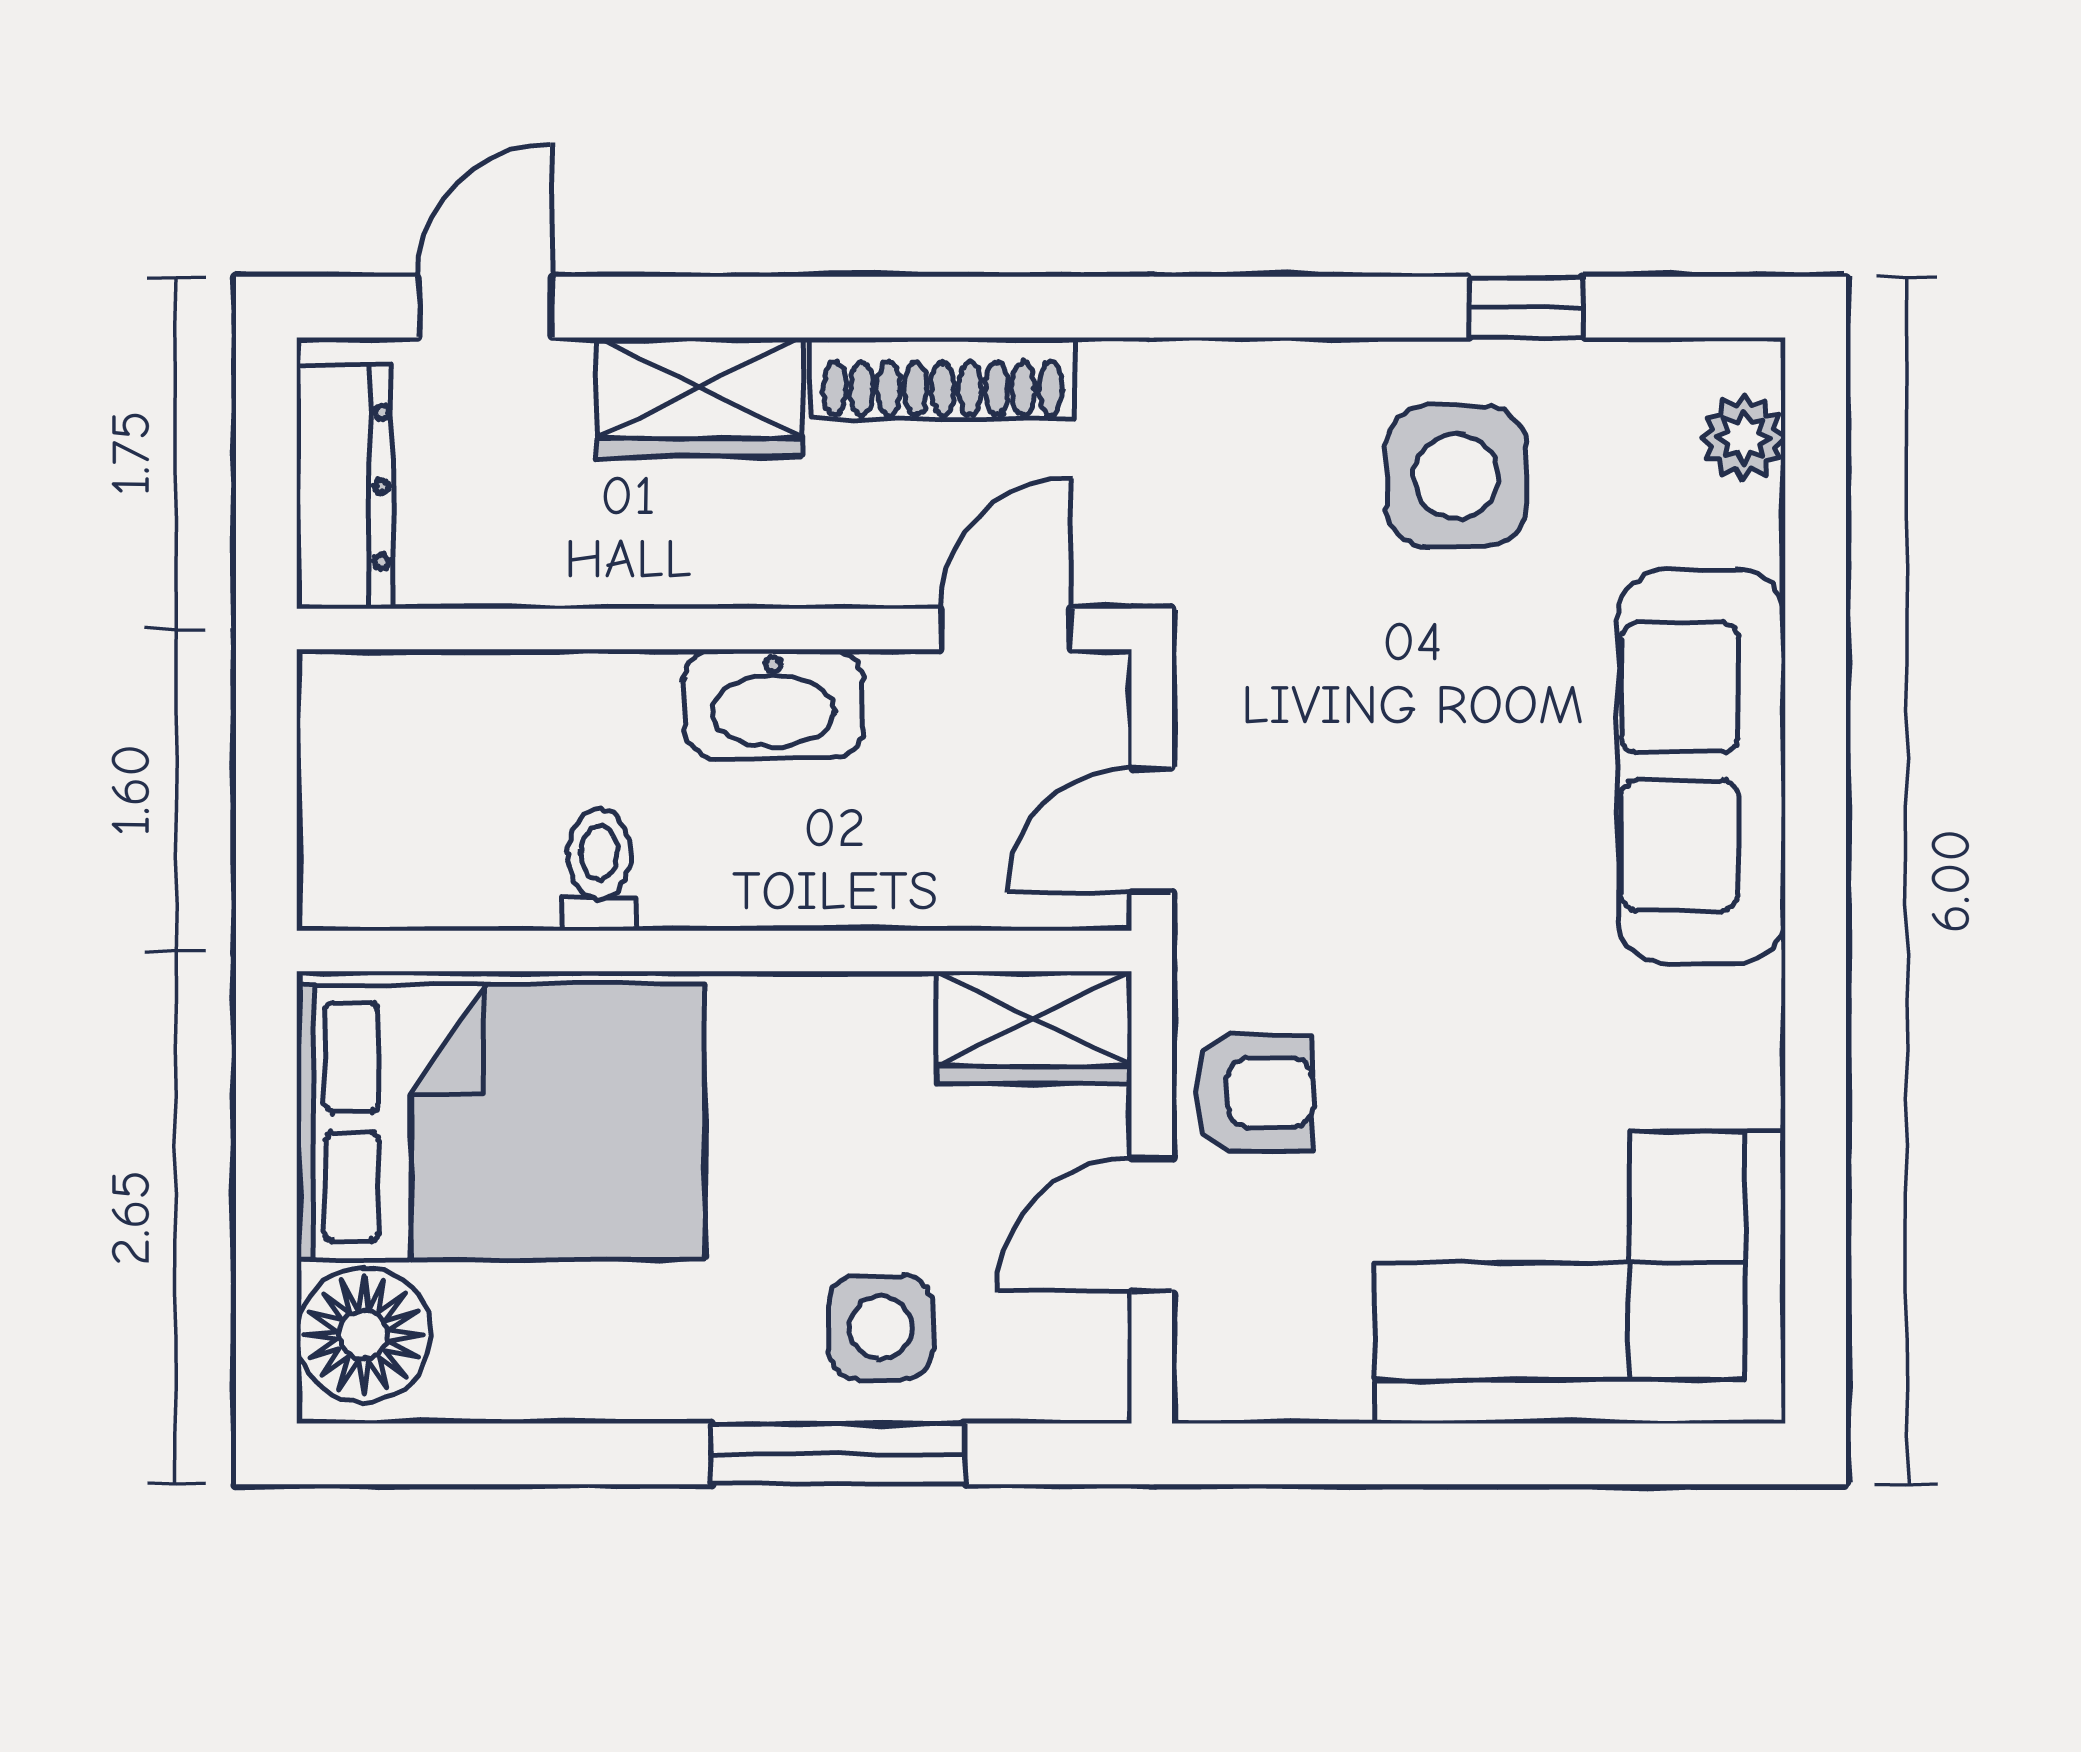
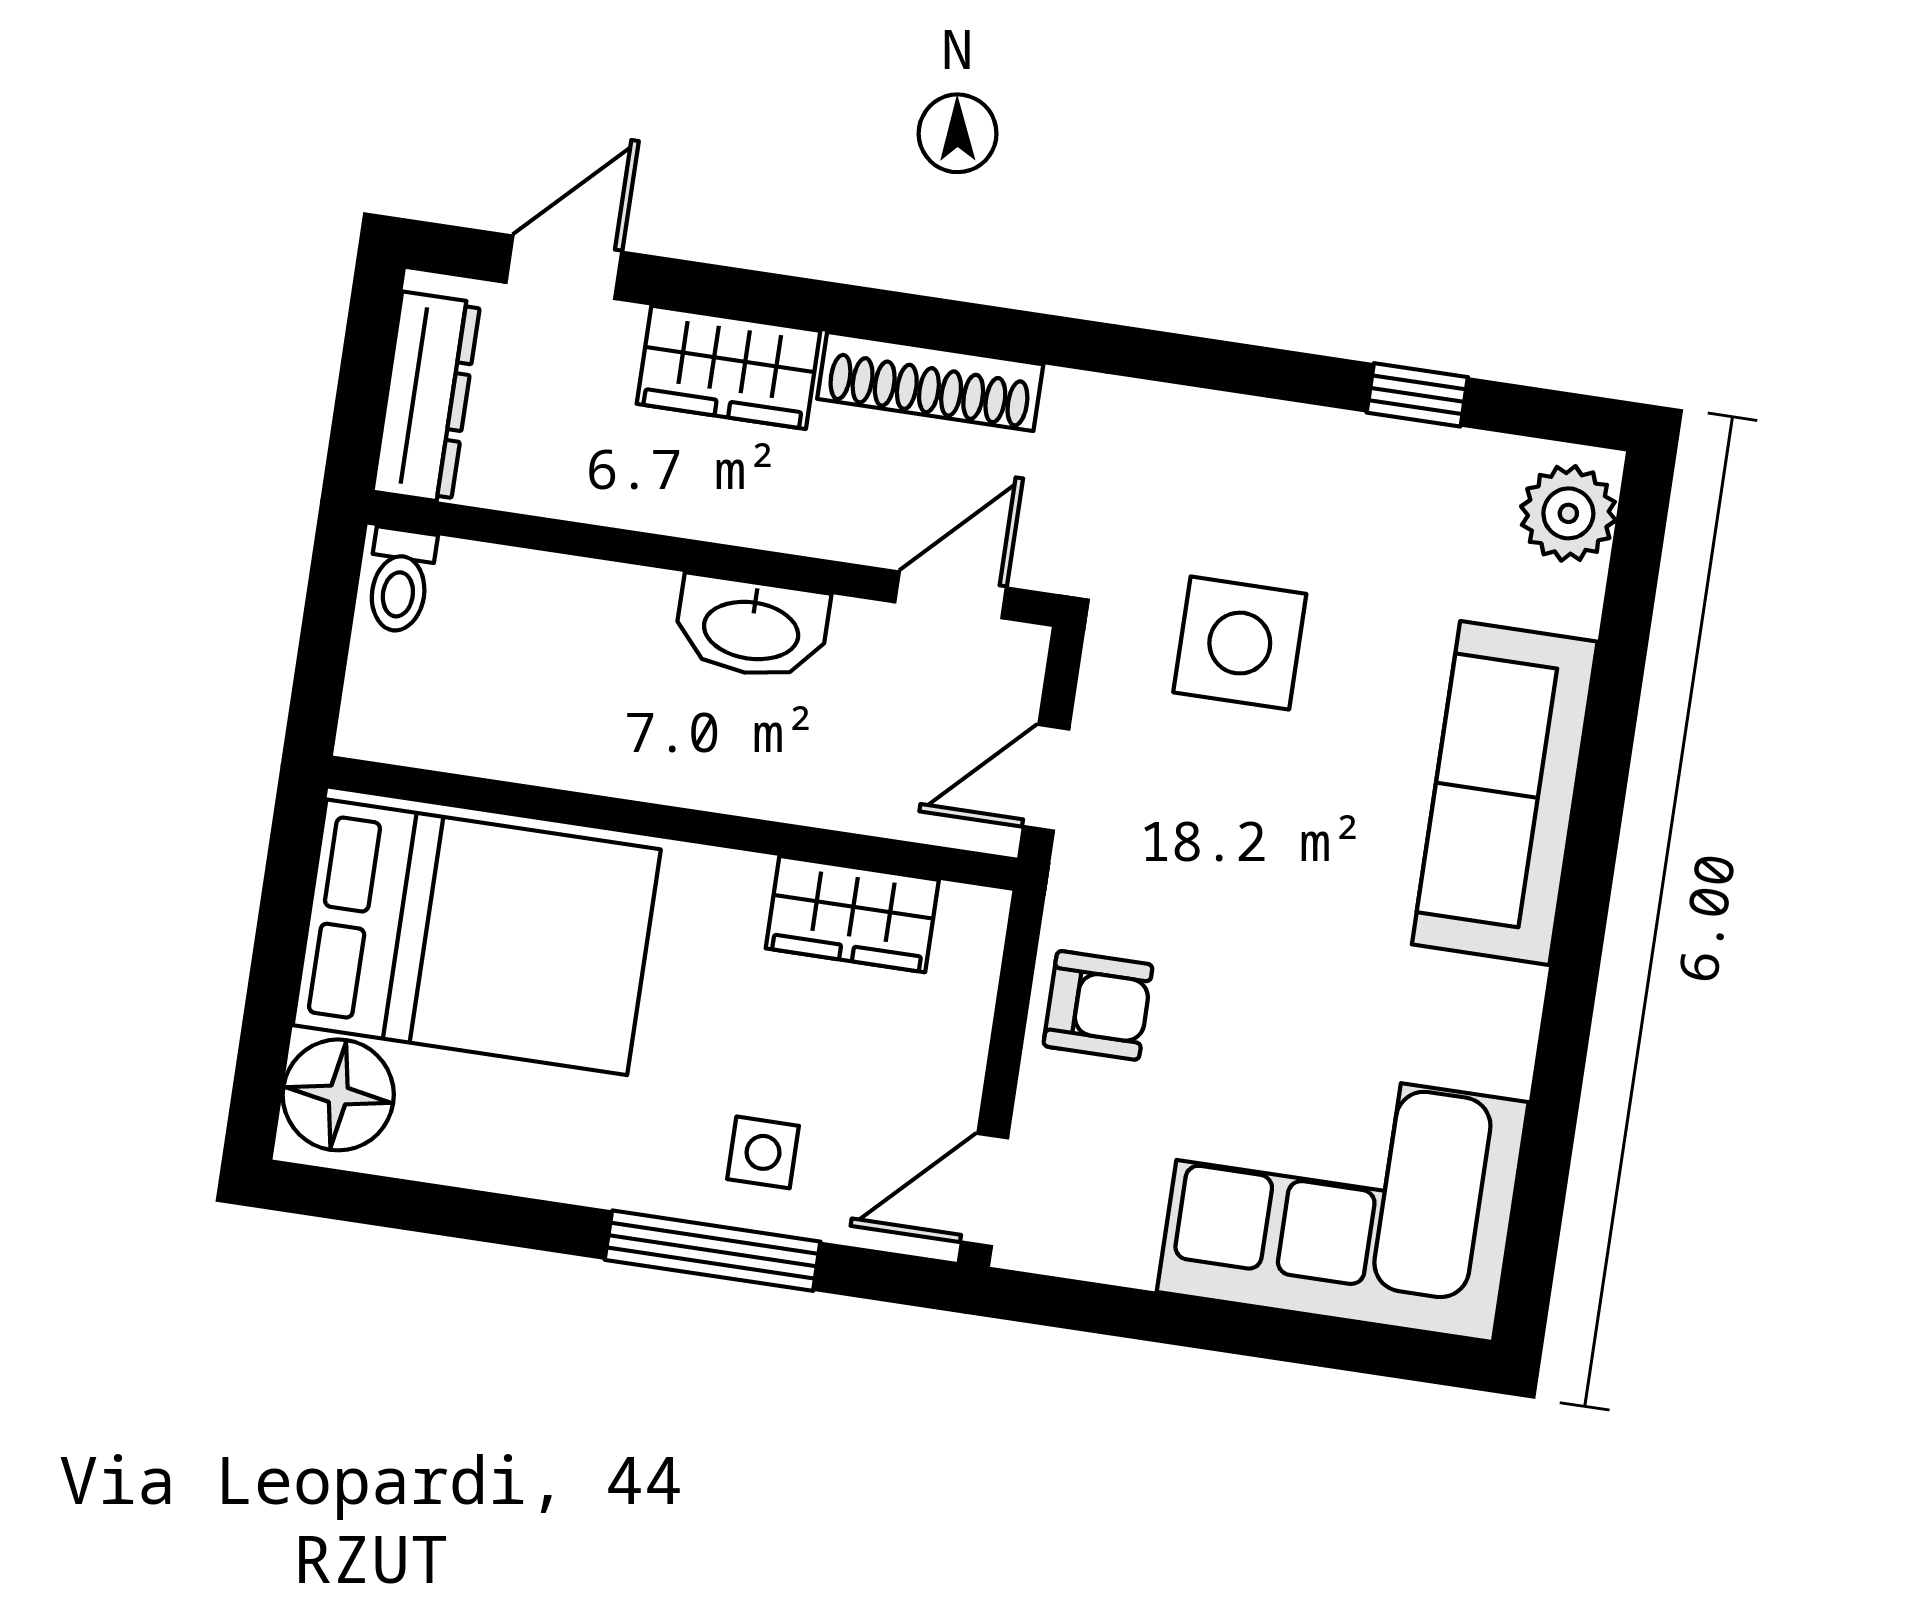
plant: (1743, 437) -> (1568, 513), width x1.38, depth x1.38
side table: (1456, 476) -> (1240, 643), moved
toilet: (599, 870) -> (400, 580), moved, turned 180
wardrobe: (1034, 1027) -> (852, 914), moved
door: (1152, 1225) -> (985, 1190), moved
side table: (881, 1328) -> (763, 1152), width x0.73, depth x0.73

